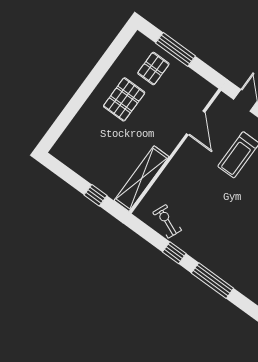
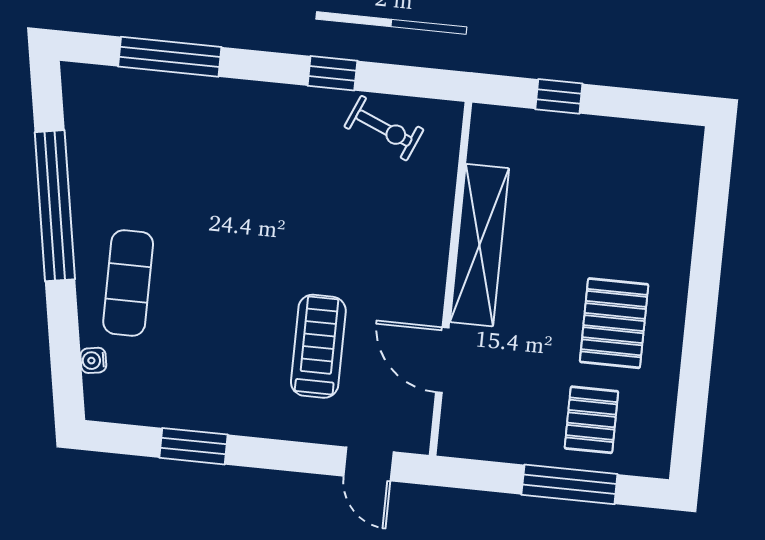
shelving: (142, 179) -> (479, 245), moved
window: (212, 281) -> (170, 57), moved

